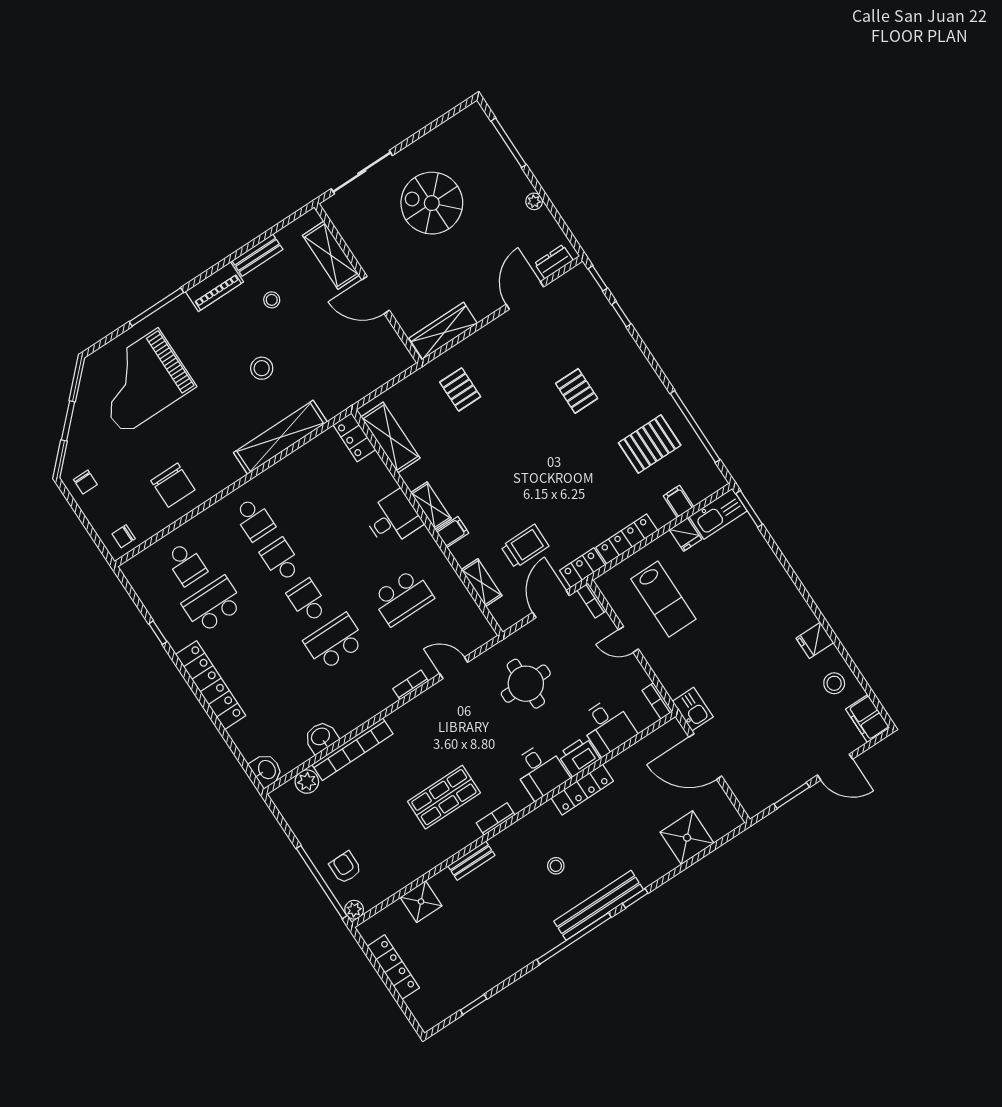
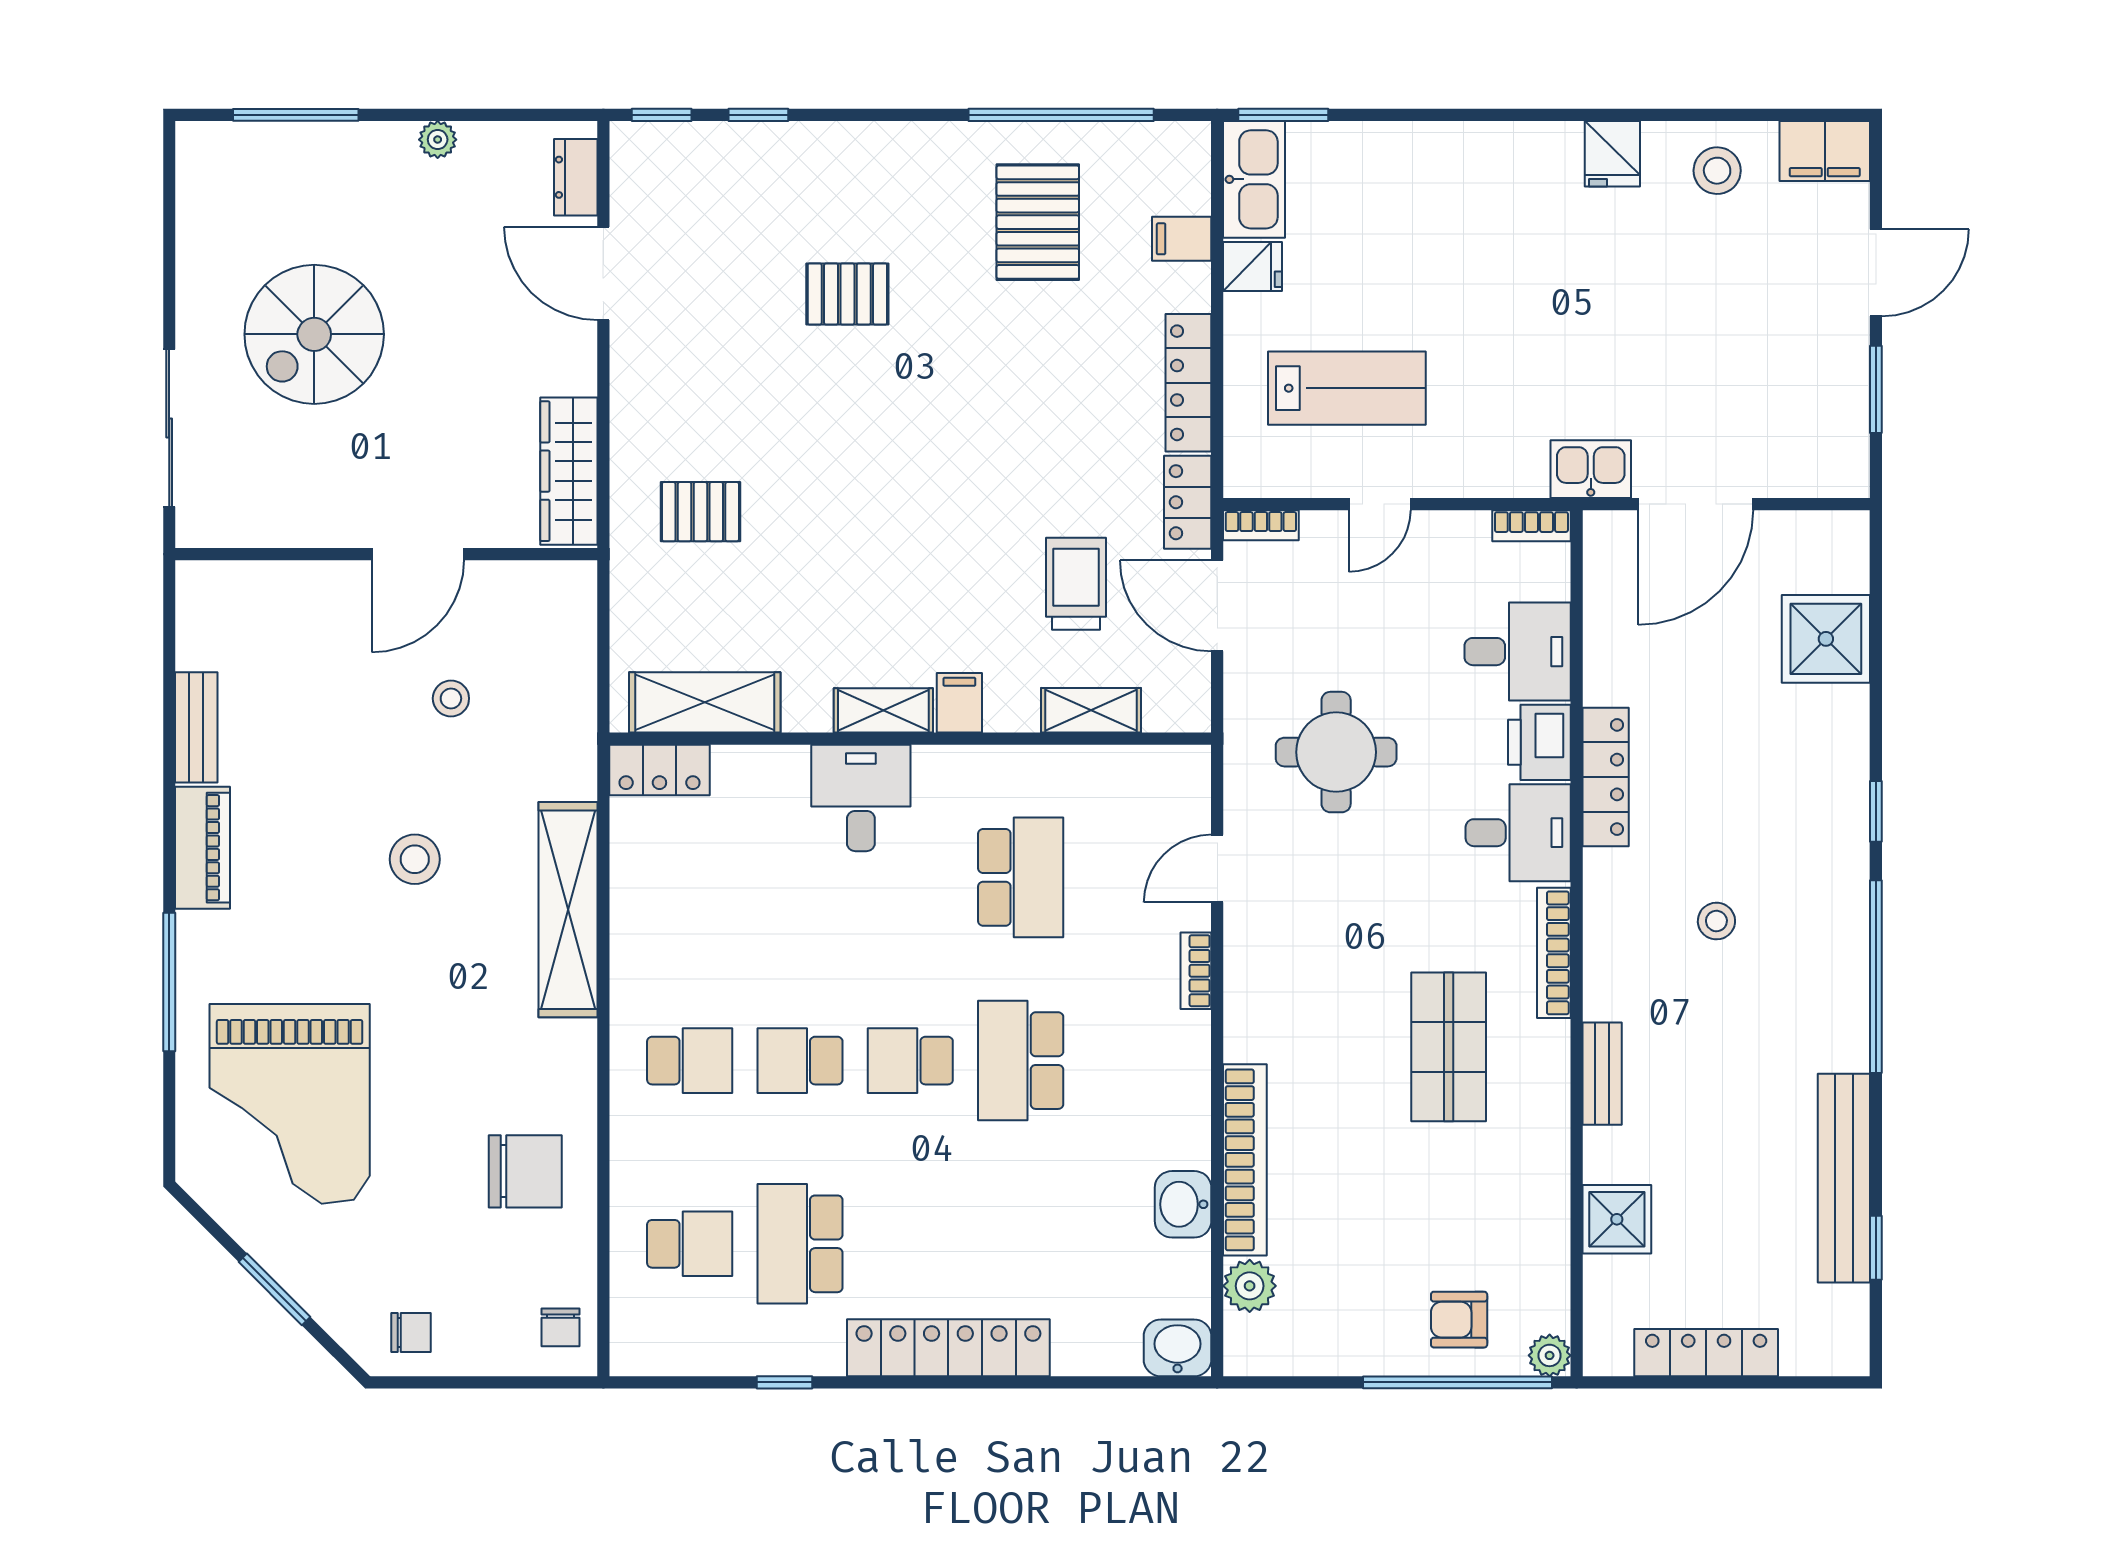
shelving: (331, 255) -> (288, 589), removed
stool: (272, 300) -> (451, 698), moved
bookcase: (496, 819) -> (1554, 953), width x1.56
bench: (599, 905) -> (1844, 1178), moved

